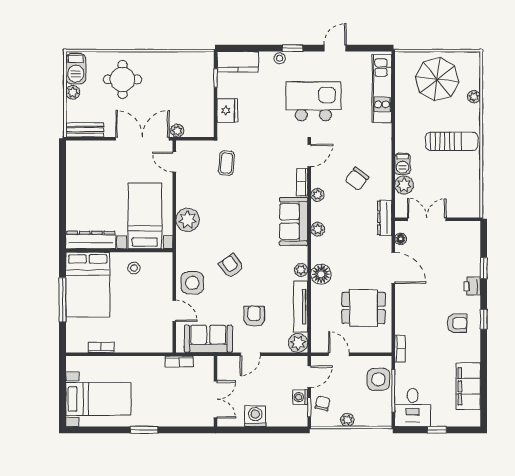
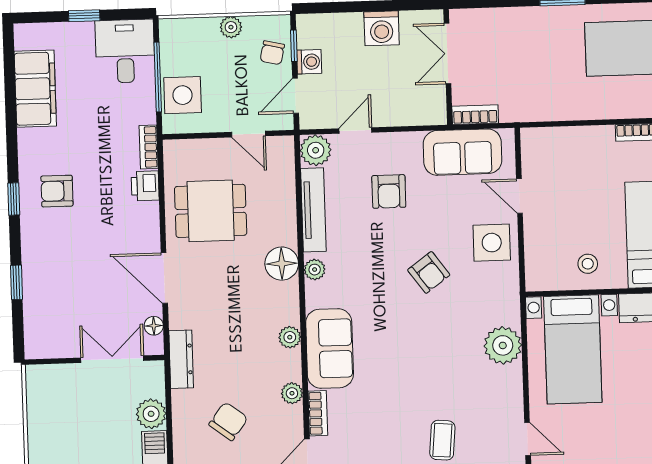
double door: (427, 219) -> (112, 359), swing flipped
printer: (472, 286) -> (145, 186), moved, turned 180
door: (250, 354) -> (355, 130), moved
bookcase: (179, 361) -> (475, 115), moved

